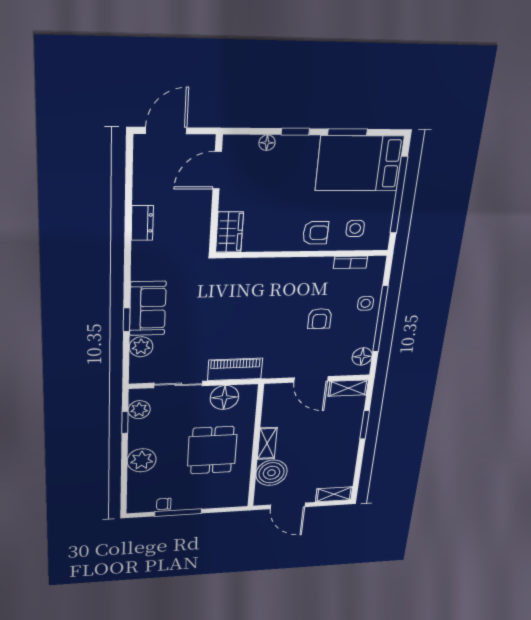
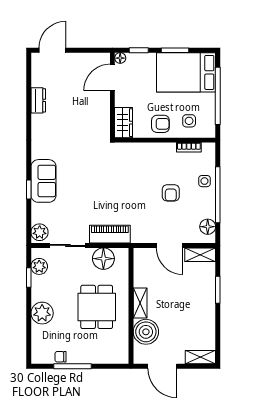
door: (217, 170) -> (112, 77), moved
wall: (216, 195) -> (112, 95), moved
dresser: (142, 223) -> (38, 100), moved
wardrobe: (229, 232) -> (124, 123), moved
plant: (141, 347) -> (40, 232), moved

